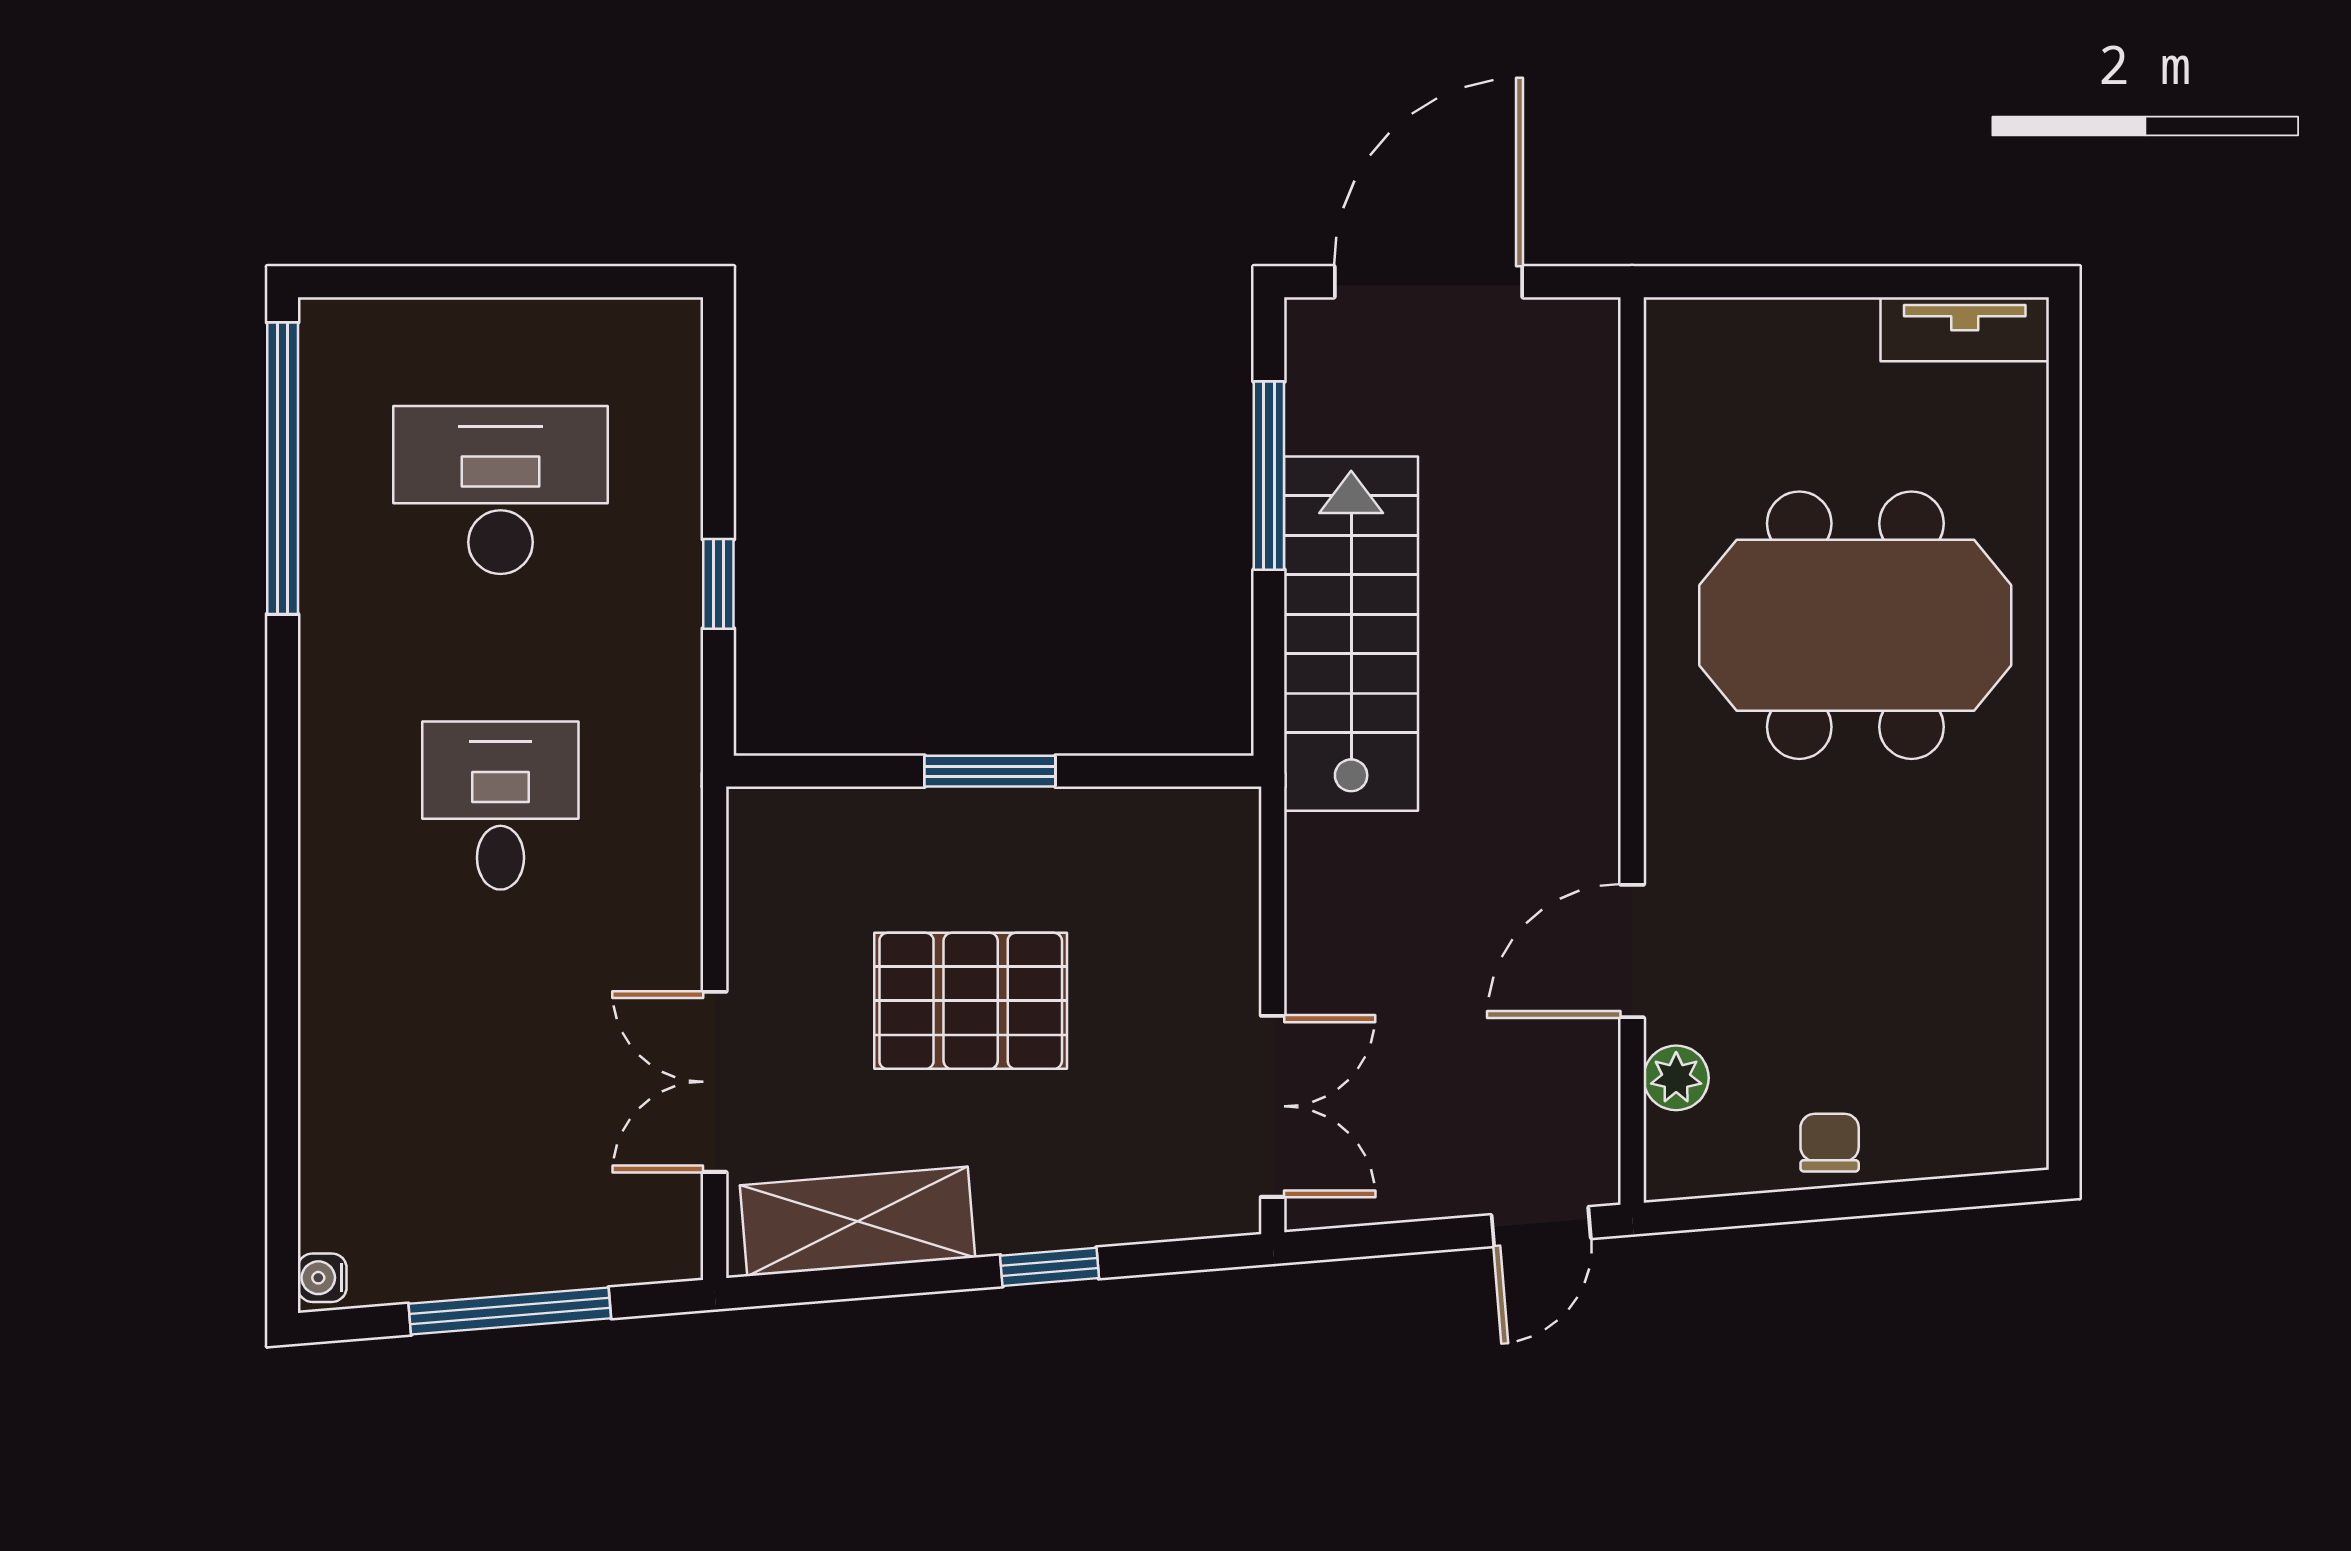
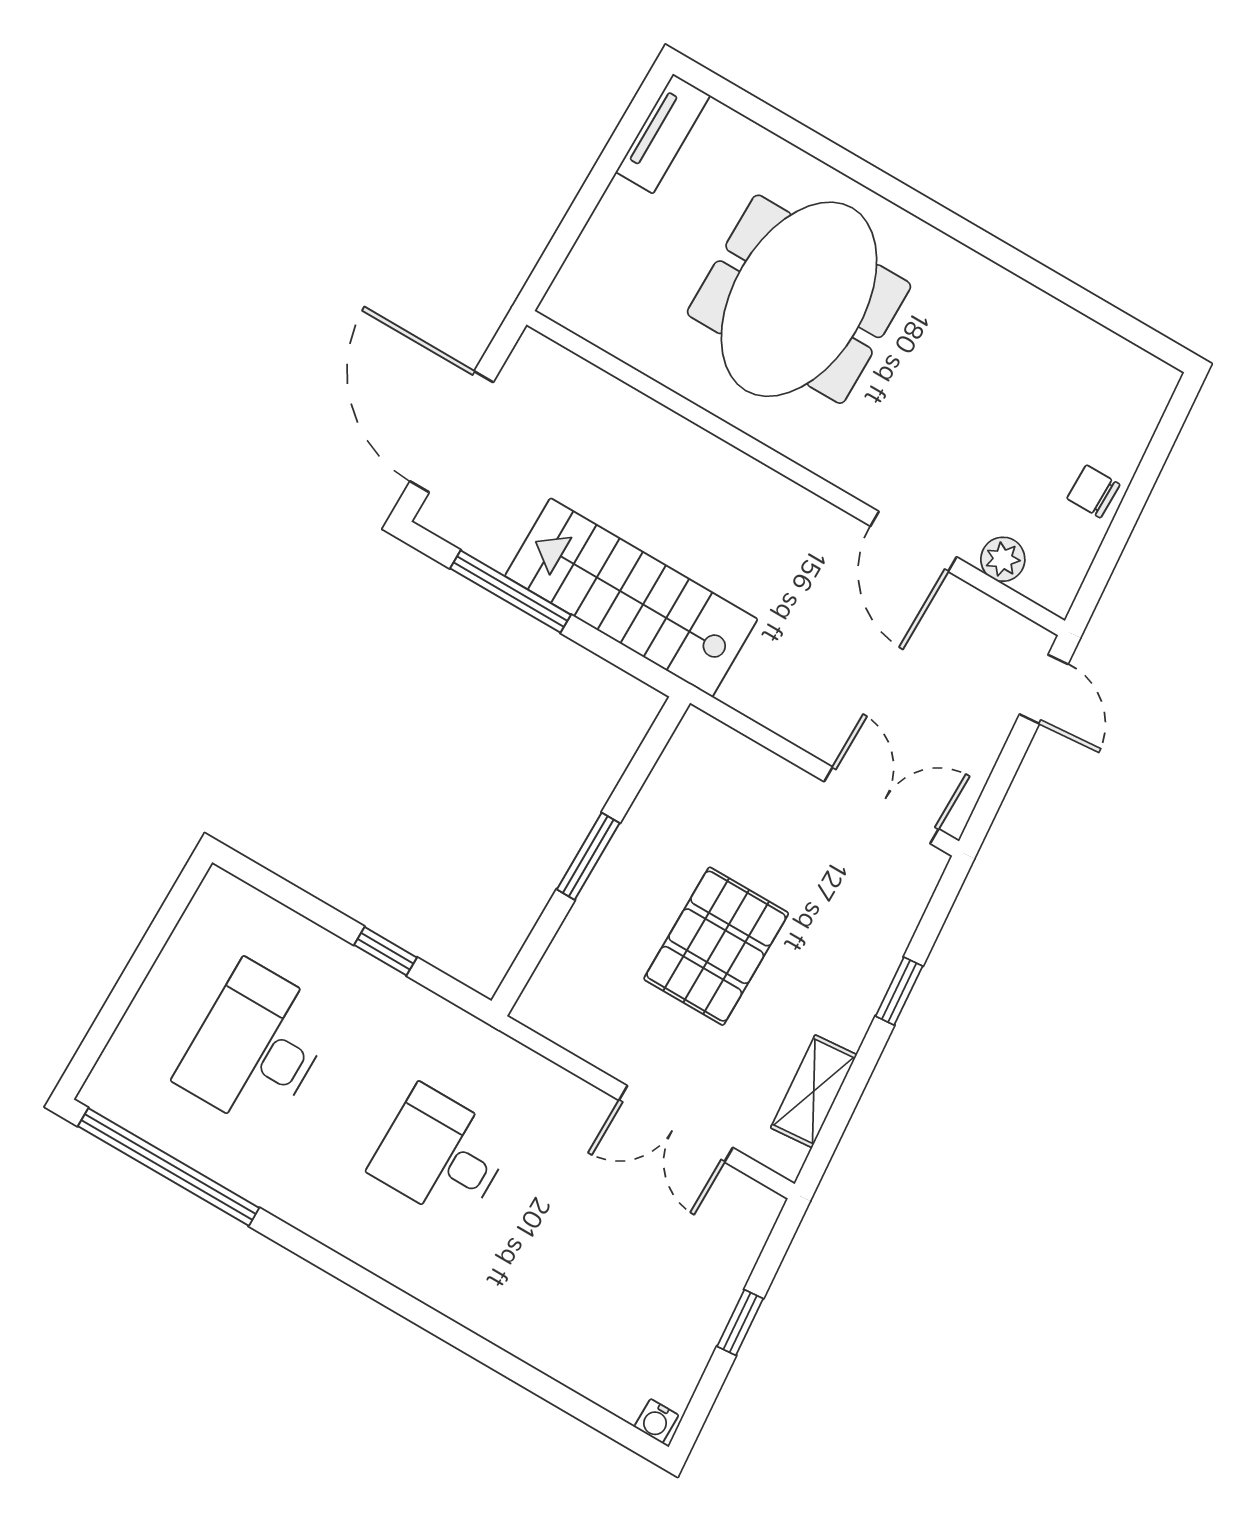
shelving: (858, 1221) -> (814, 1091), width x0.67, depth x0.75
window: (510, 1311) -> (740, 1322), width x0.46

